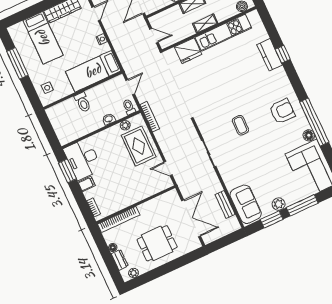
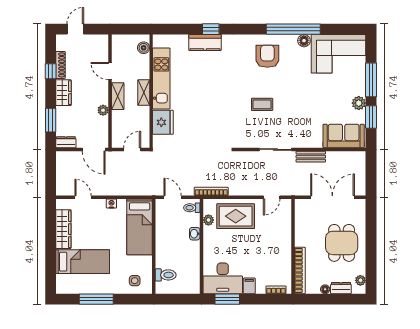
toilet: (83, 102) -> (166, 275), moved
bench: (225, 204) -> (311, 157), moved

